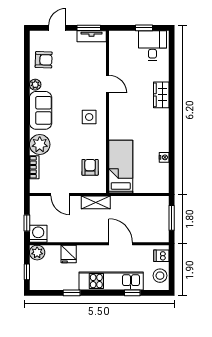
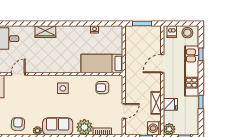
door: (107, 84) -> (18, 74), moved
shelving: (96, 202) -> (156, 103), moved

